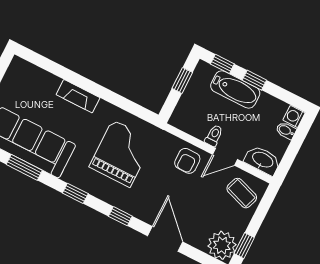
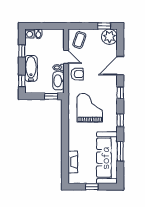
window: (182, 80) -> (51, 96), moved
window: (254, 80) -> (22, 51), moved
fireplace: (78, 96) -> (73, 162), moved
grand piano: (121, 153) -> (90, 108), turned 90
washbasin: (262, 160) -> (58, 81), moved

